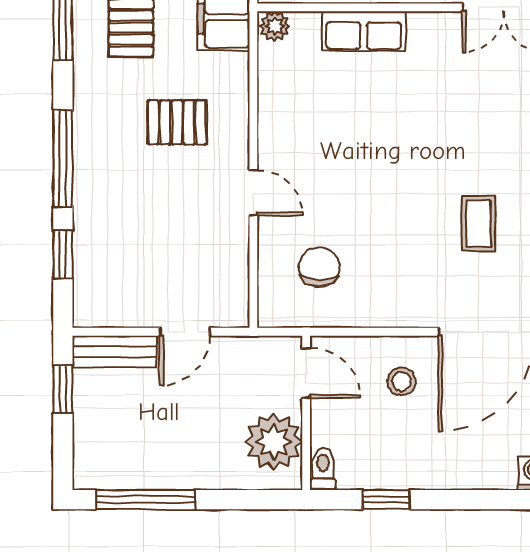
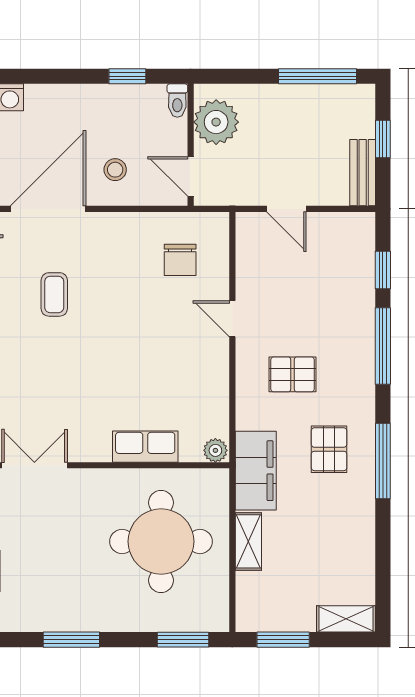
door: (185, 332) -> (286, 209), swing flipped
bench: (114, 352) -> (363, 173), moved, turned 90
window: (63, 389) -> (383, 139), moved

